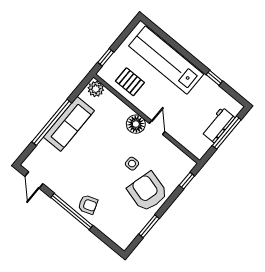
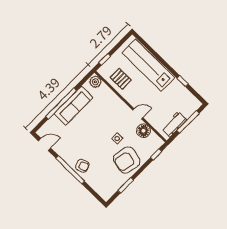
floor lamp: (136, 124) -> (143, 131), moved
workbench: (218, 125) -> (174, 124), moved
door: (157, 127) -> (138, 114), hinge flipped
door: (34, 180) -> (45, 144), swing flipped
armchair: (147, 192) -> (127, 160), turned -94

